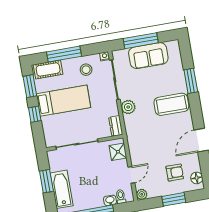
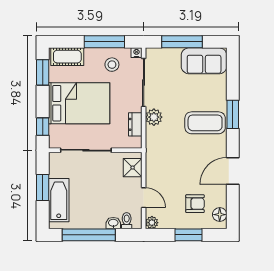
window: (64, 54) -> (104, 42), moved
sofa: (148, 56) -> (204, 61), moved
window: (191, 81) -> (233, 114), moved
bed: (63, 101) -> (79, 103), width x1.50
window: (35, 114) -> (43, 127), moved
dresser: (116, 126) -> (135, 124), moved
door: (131, 175) -> (144, 198), hinge flipped

